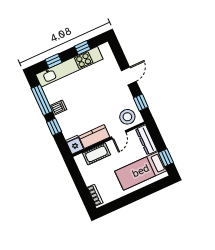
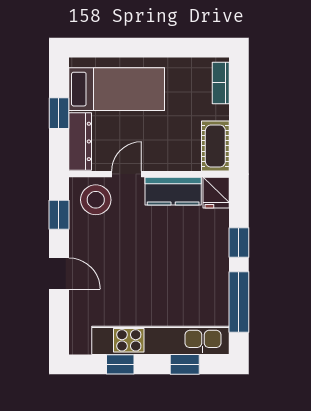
door: (129, 76) -> (59, 274), swing flipped
dishwasher: (58, 108) -> (215, 274), removed
cot: (96, 154) -> (215, 146), moved, turned 90
window: (166, 158) -> (59, 113), moved

